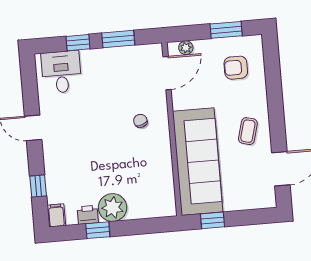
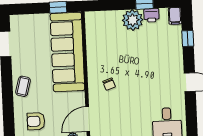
armchair: (236, 68) -> (36, 121), turned 180
coffee table: (248, 131) -> (23, 86), moved

